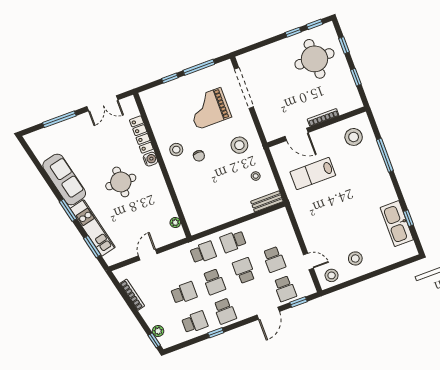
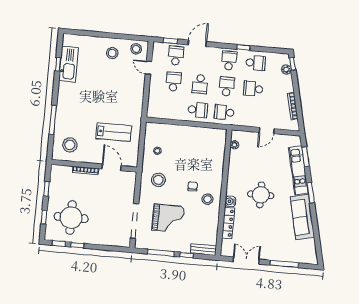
bench: (267, 201) -> (203, 250), moved
school desk: (195, 322) -> (256, 63), turned 180

